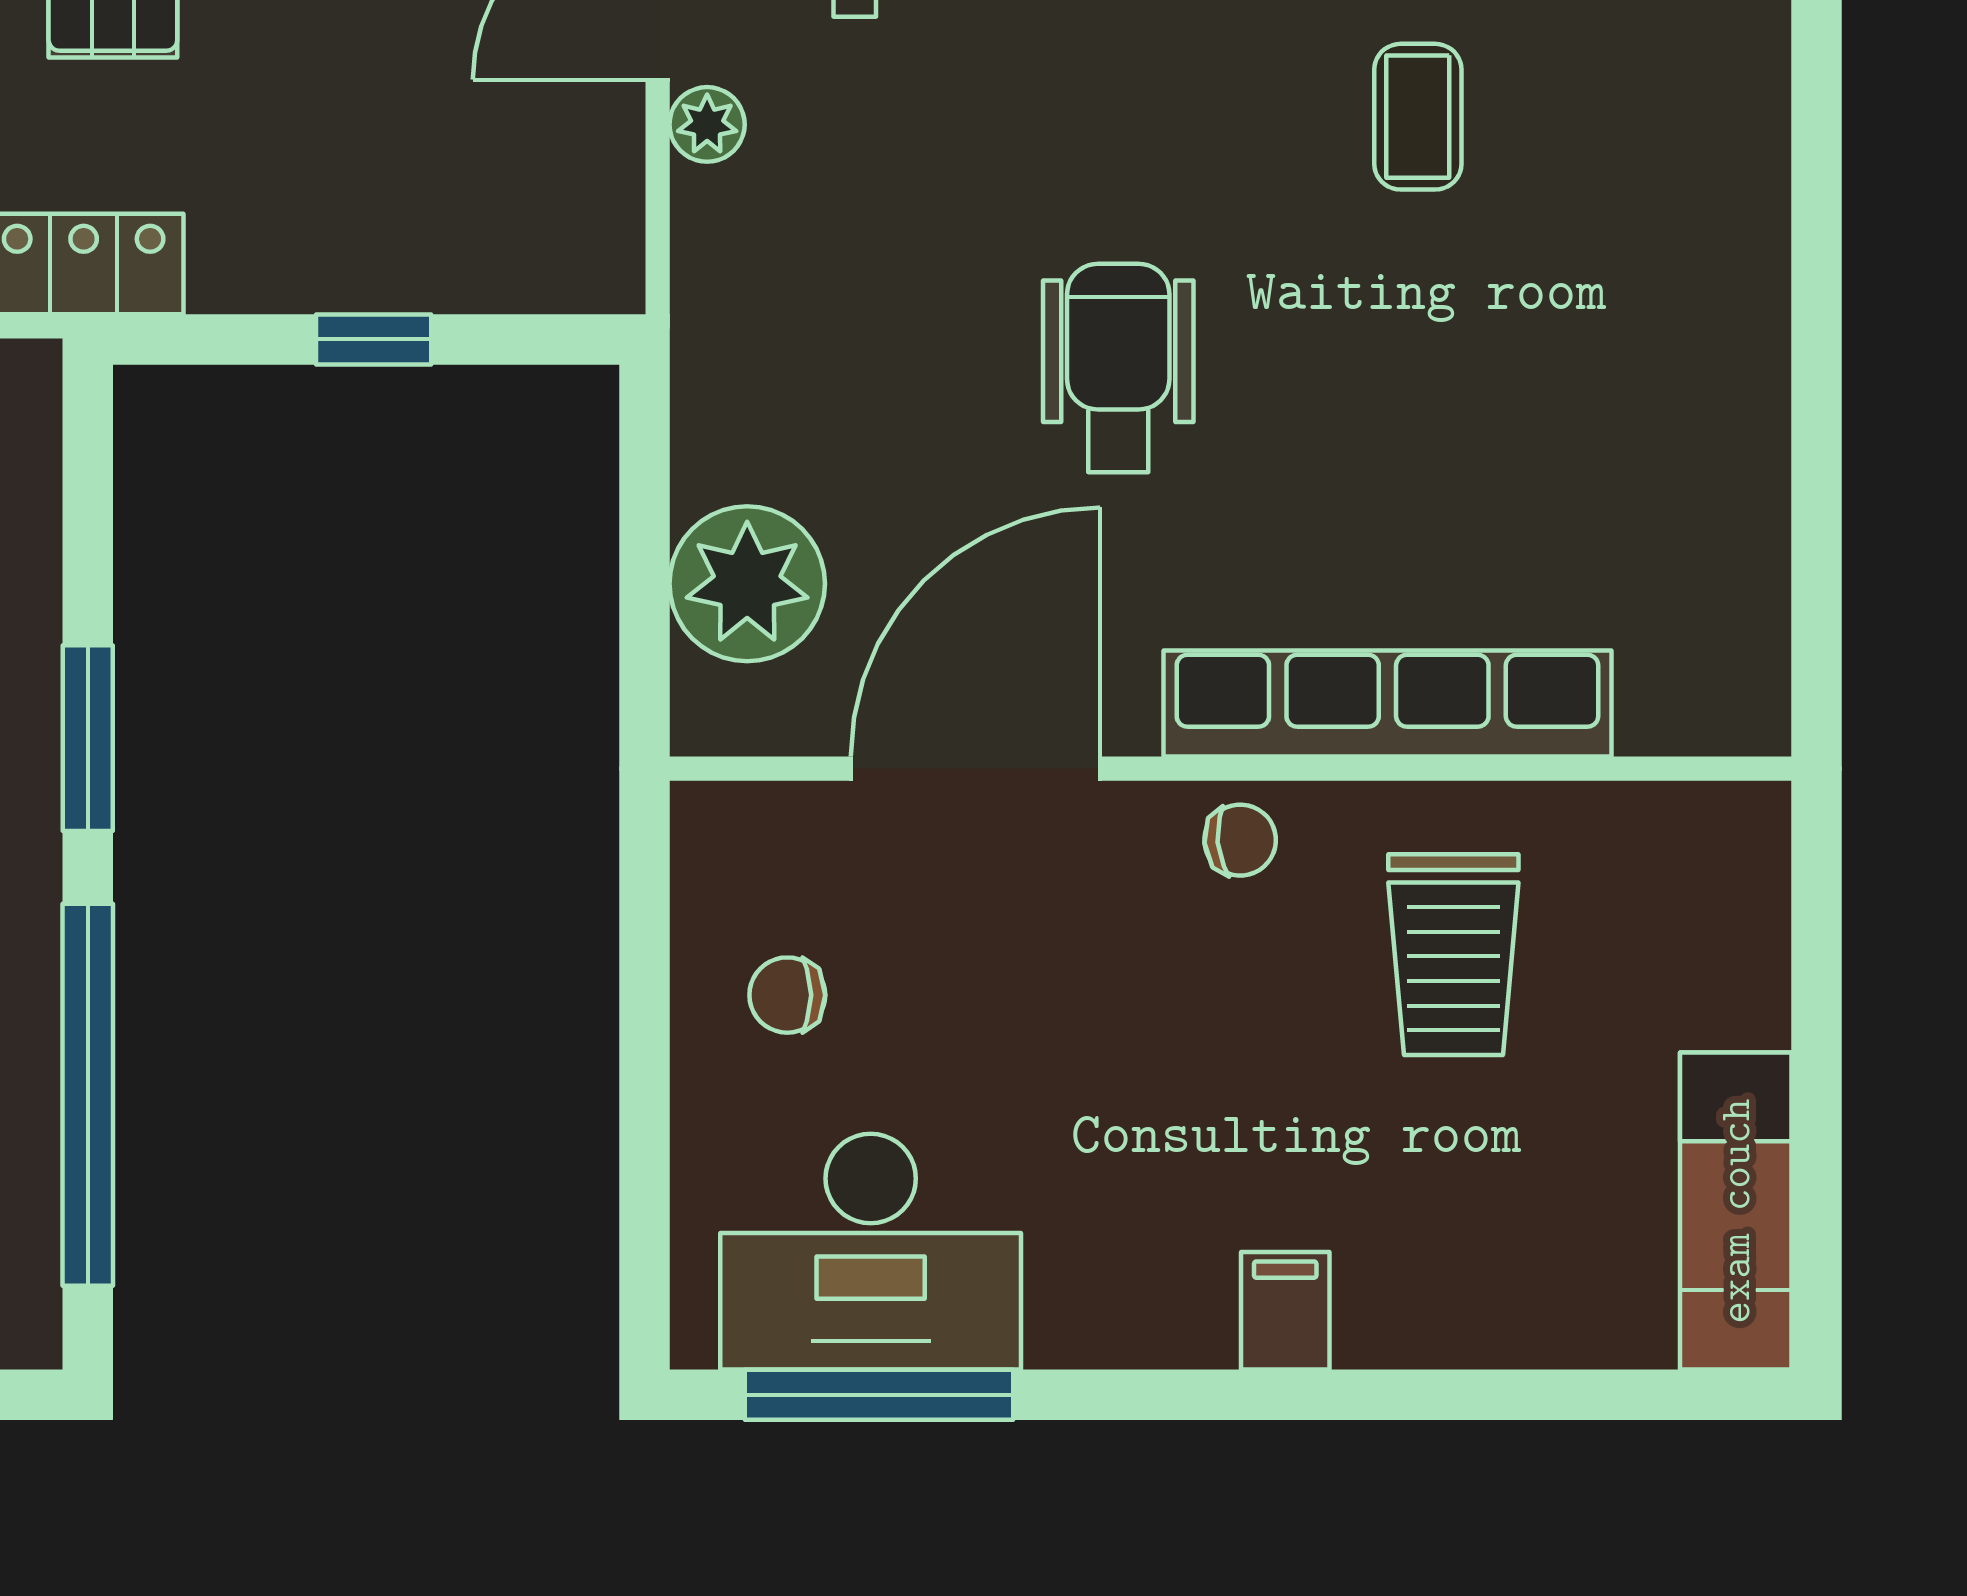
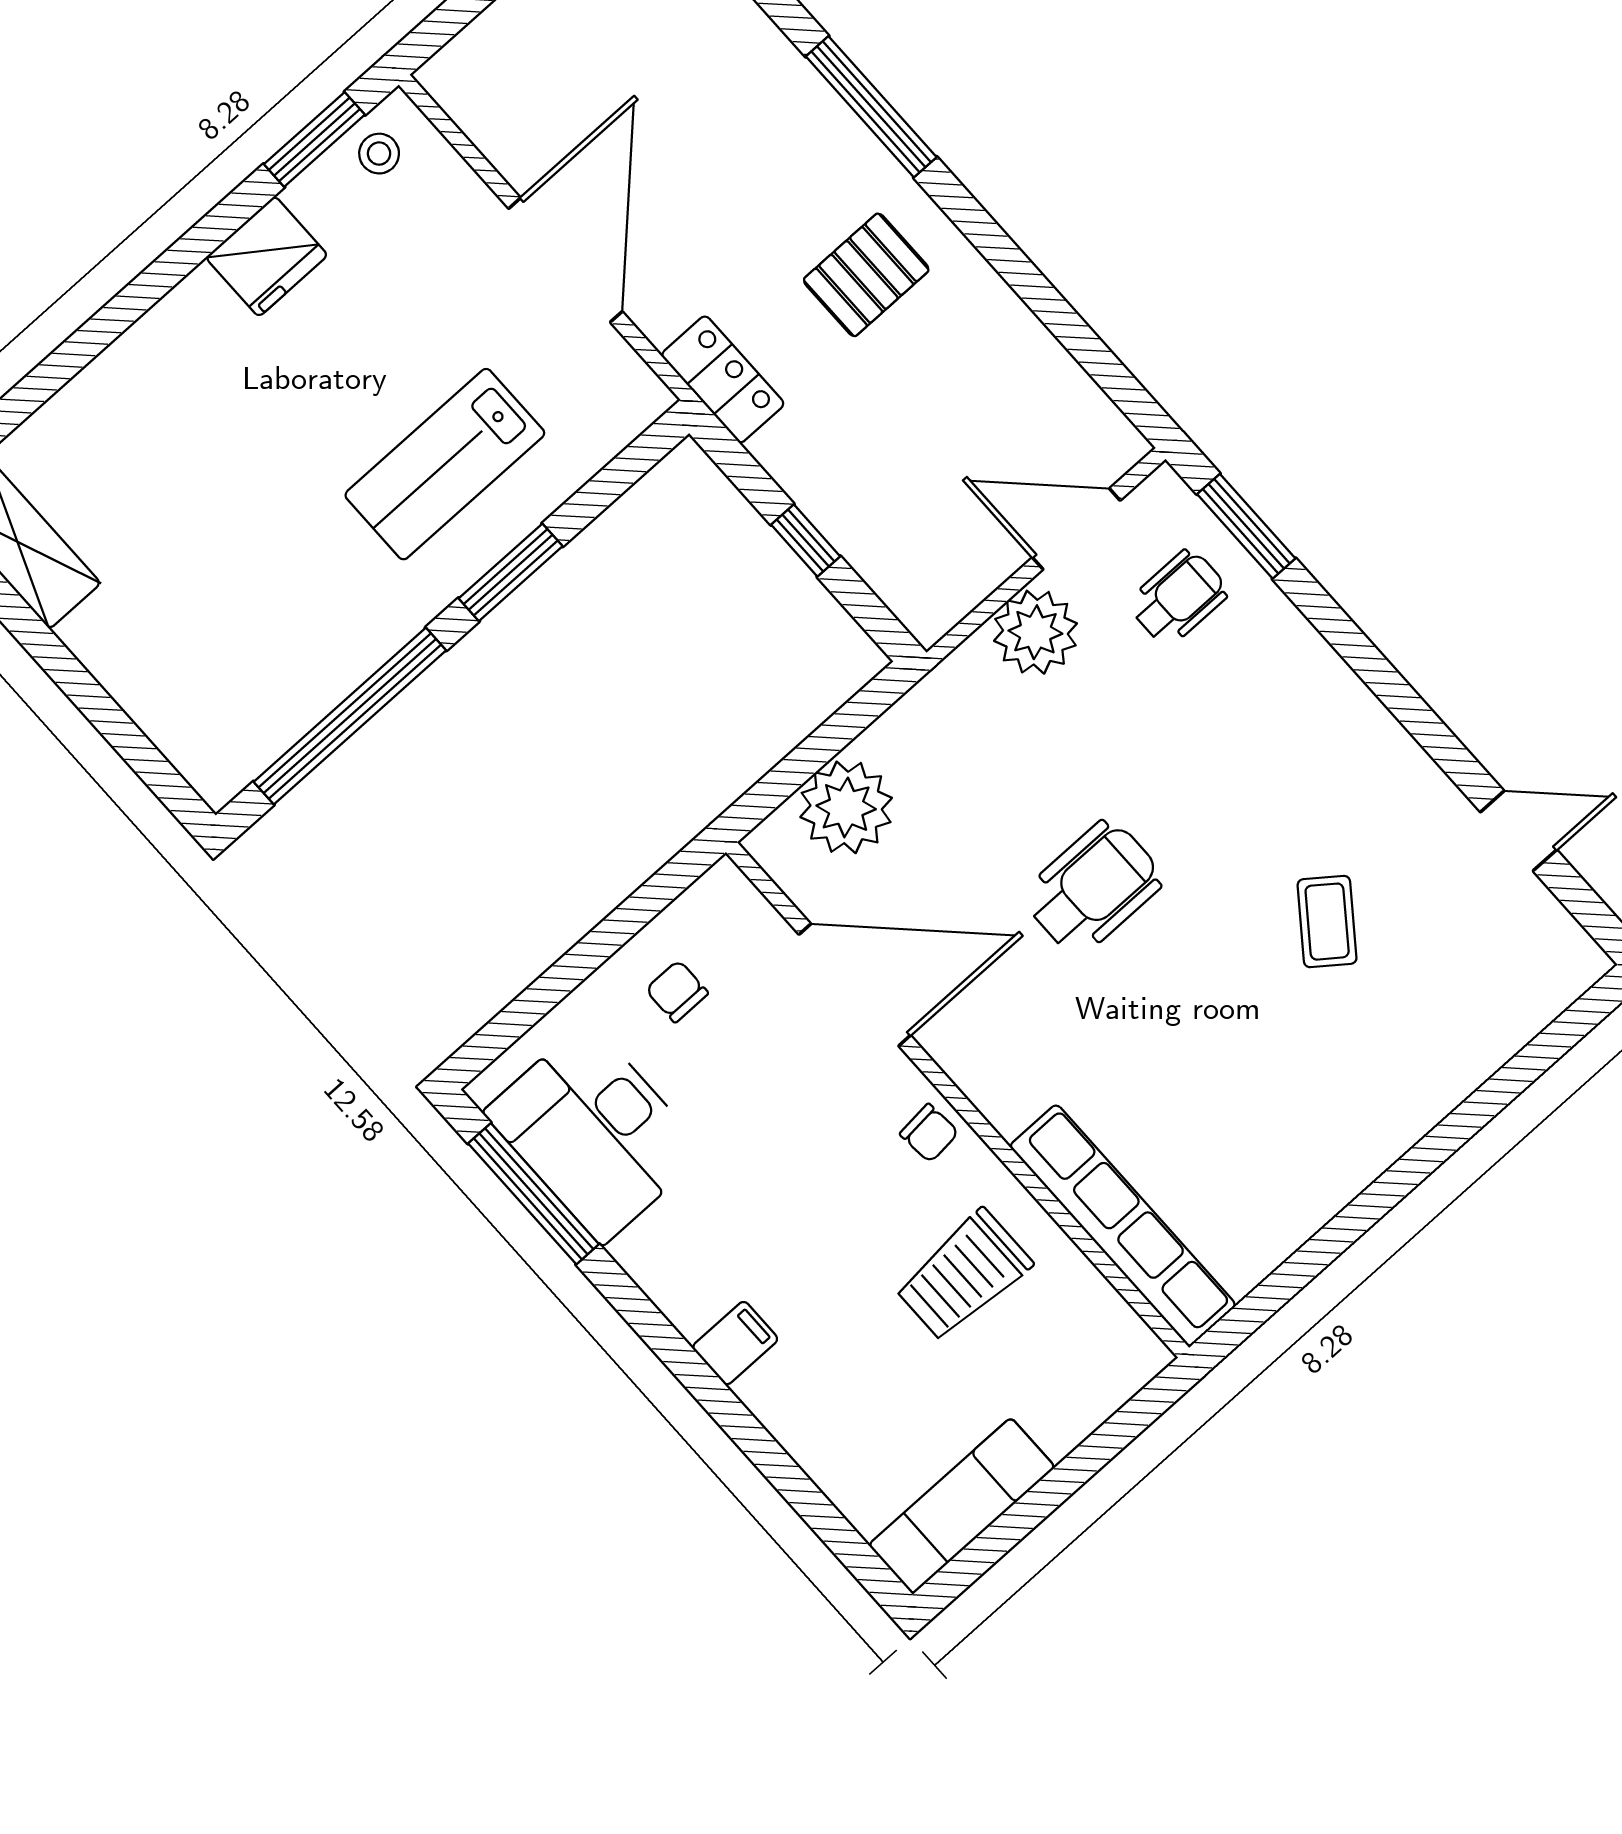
coffee table: (1418, 117) -> (1327, 922), turned -53
plant: (707, 124) -> (1035, 632), width x1.88, depth x1.88
row of seats: (1387, 704) -> (1123, 1225), moved

